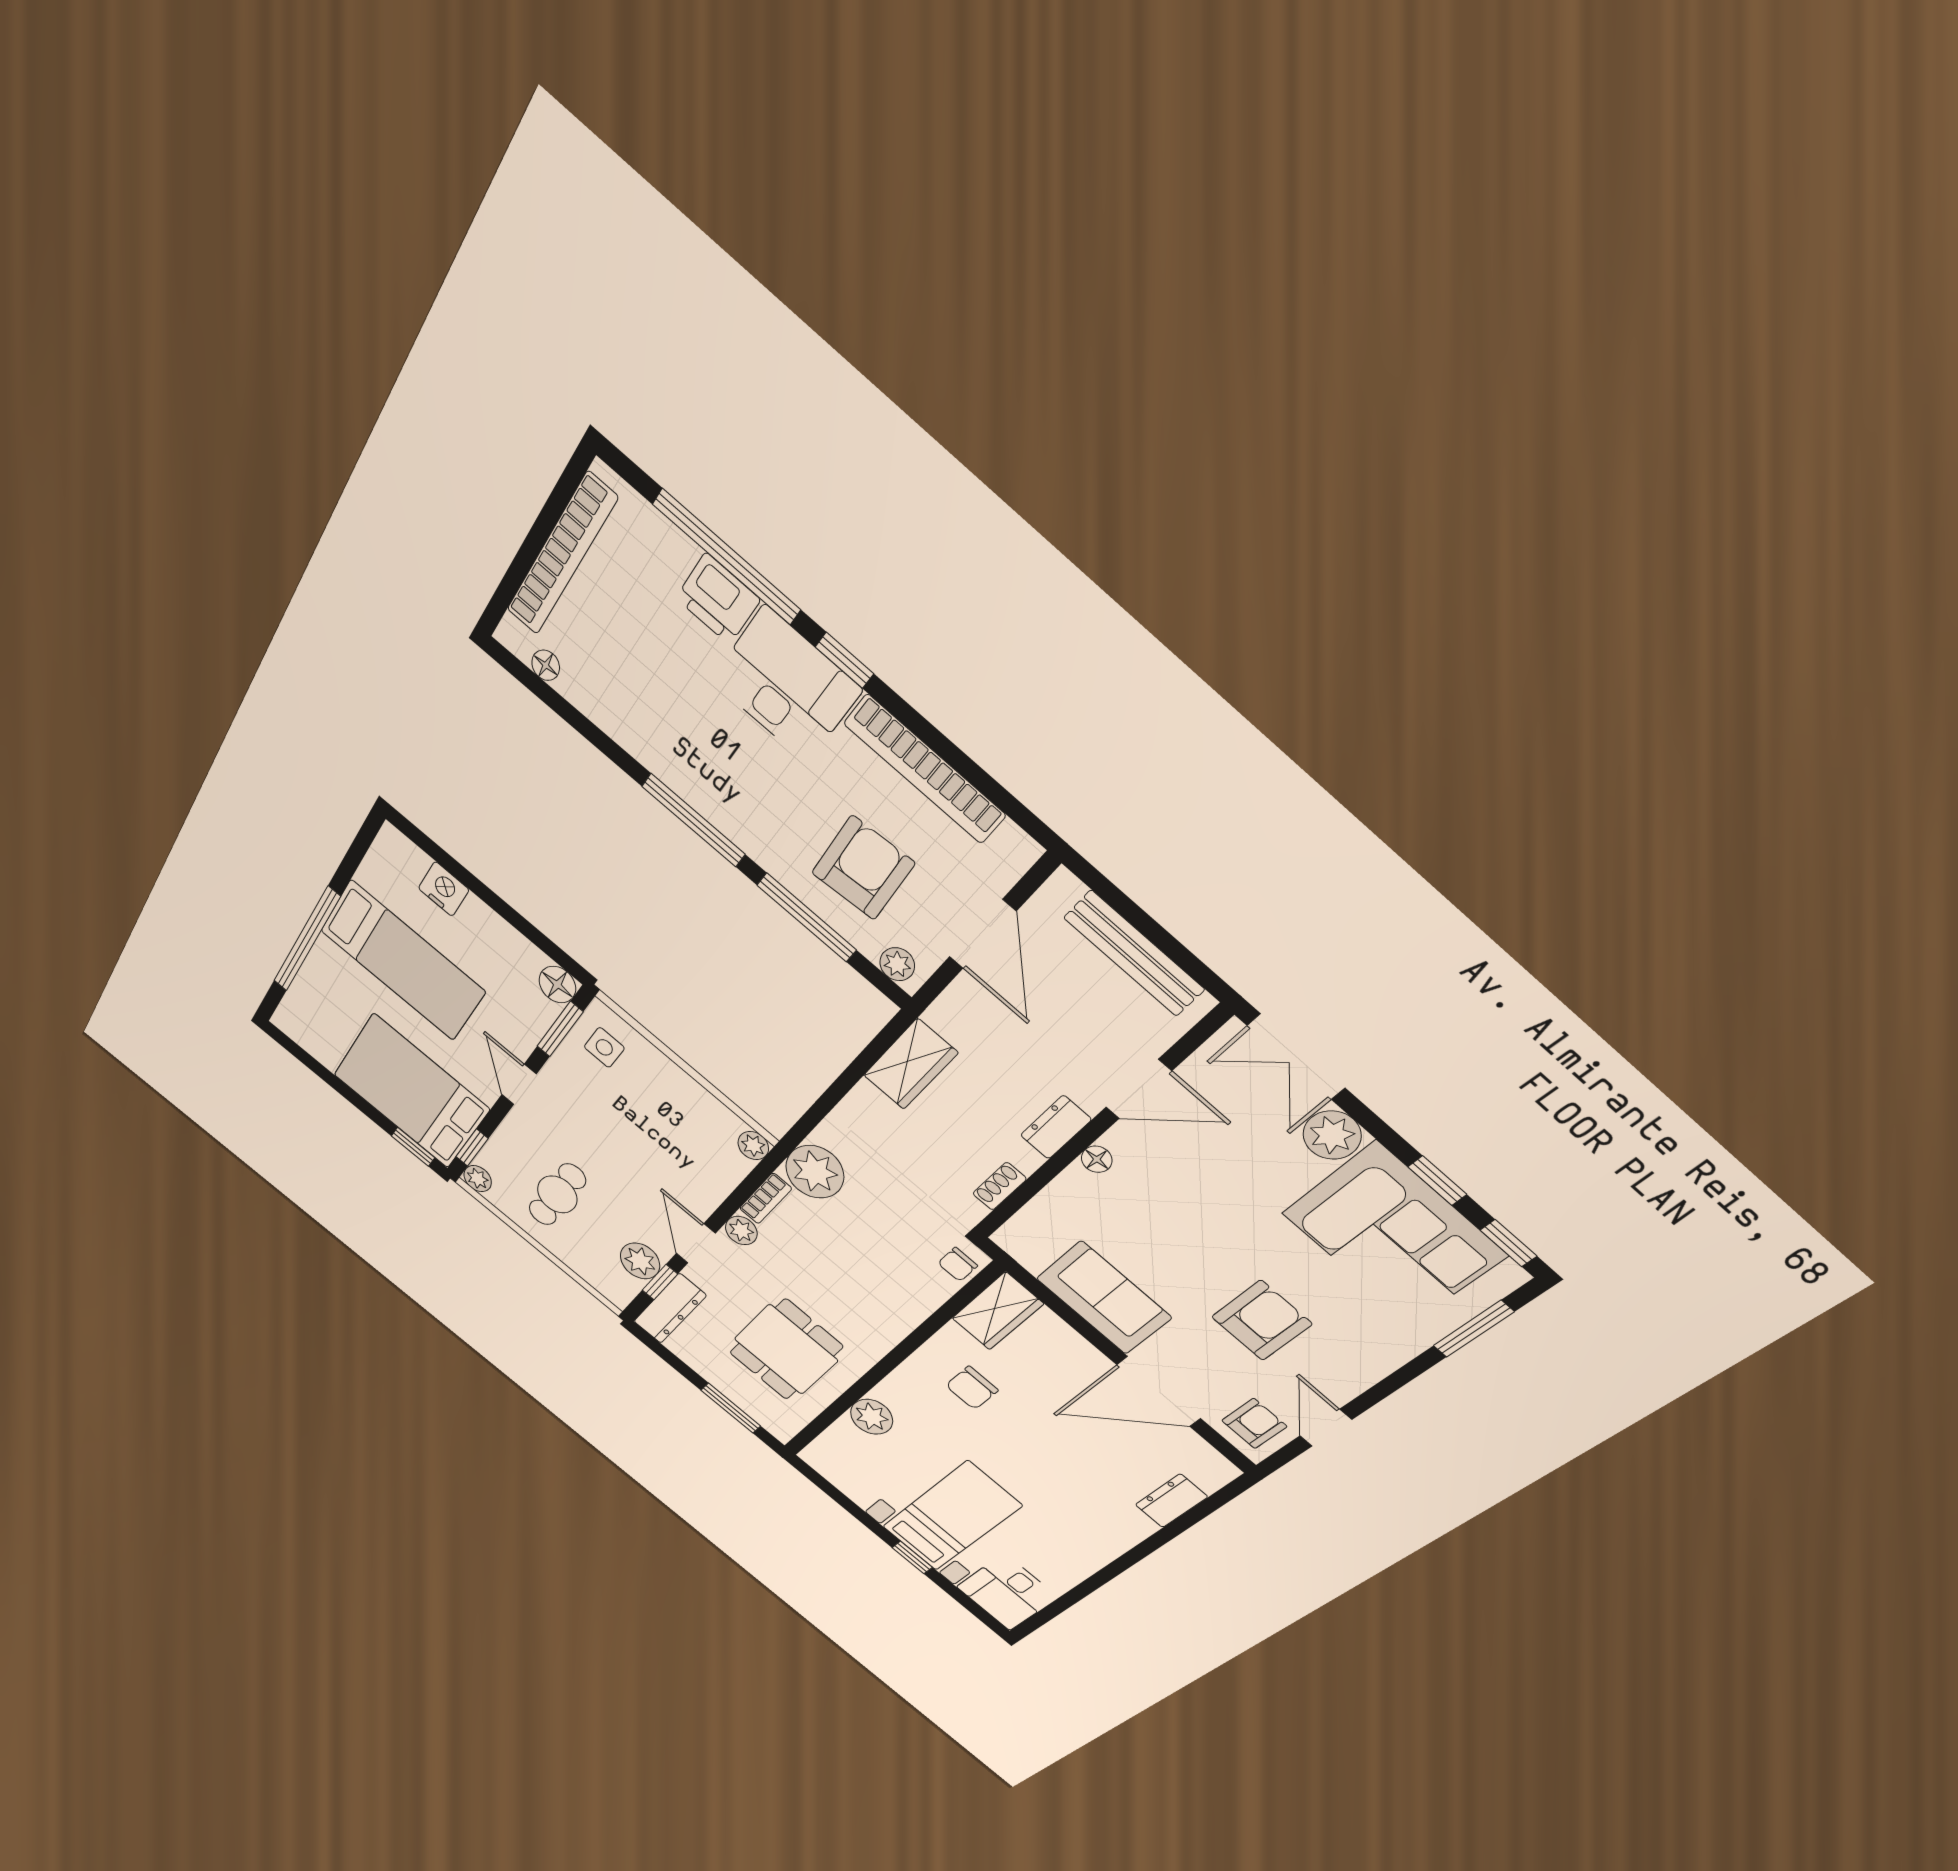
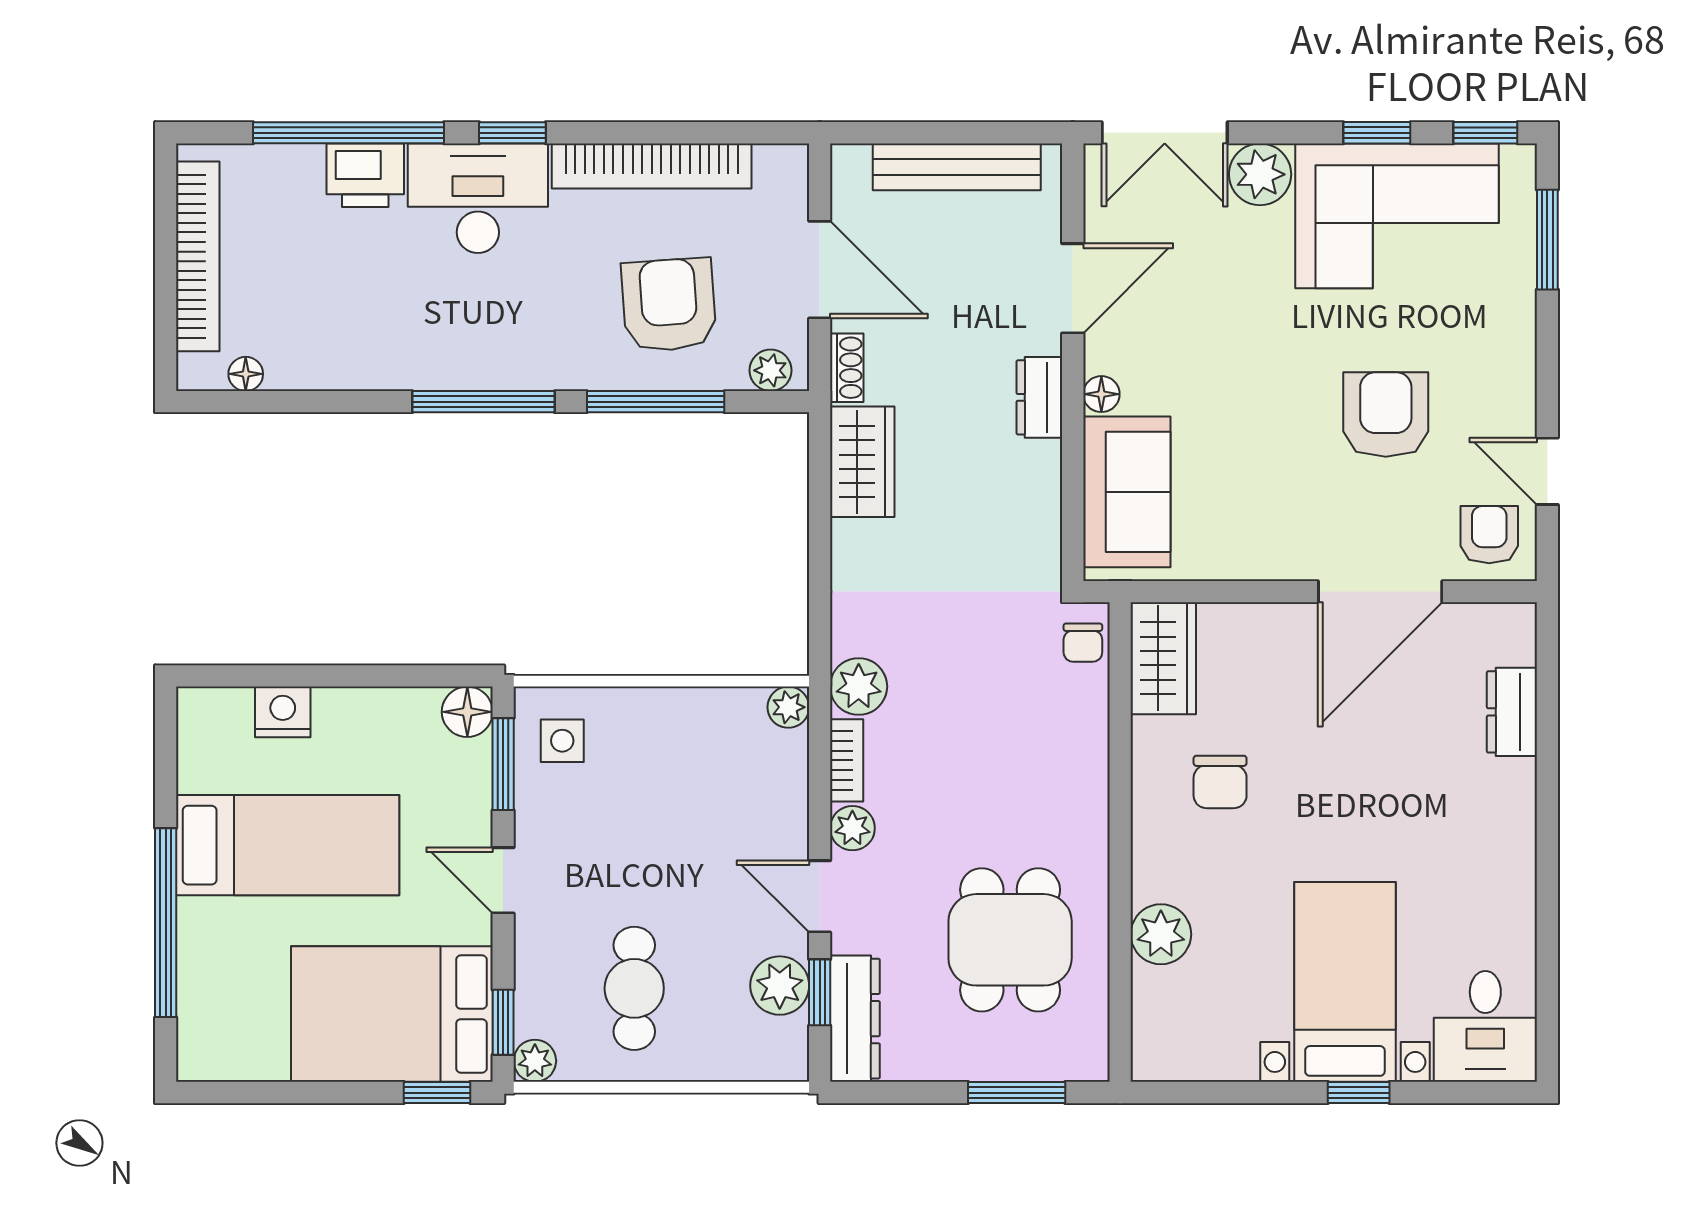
plant: (815, 1172) -> (859, 686), width x0.73, depth x0.73
shoe rack: (1000, 1186) -> (847, 368), moved, turned 180
sofa: (1104, 1298) -> (1127, 492), moved, turned 90

